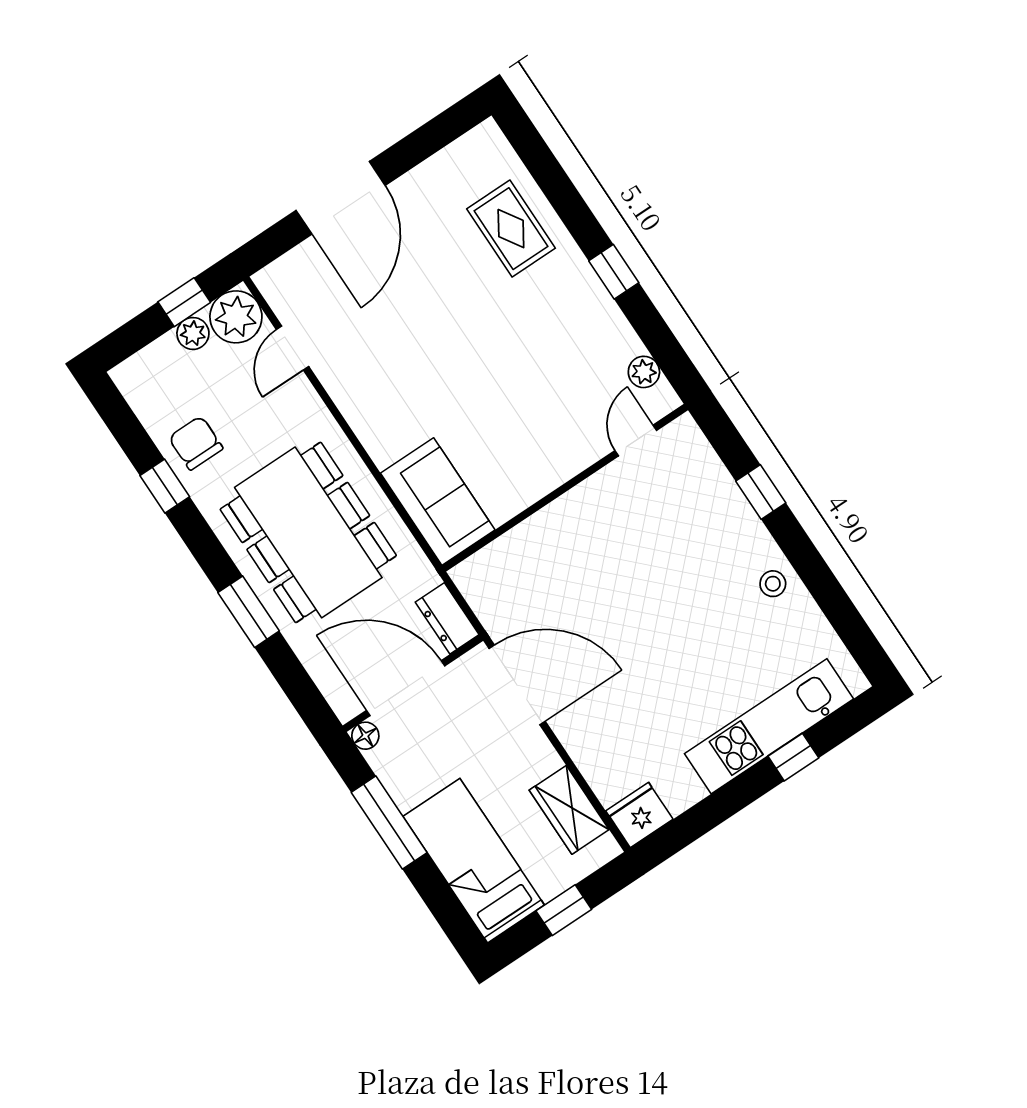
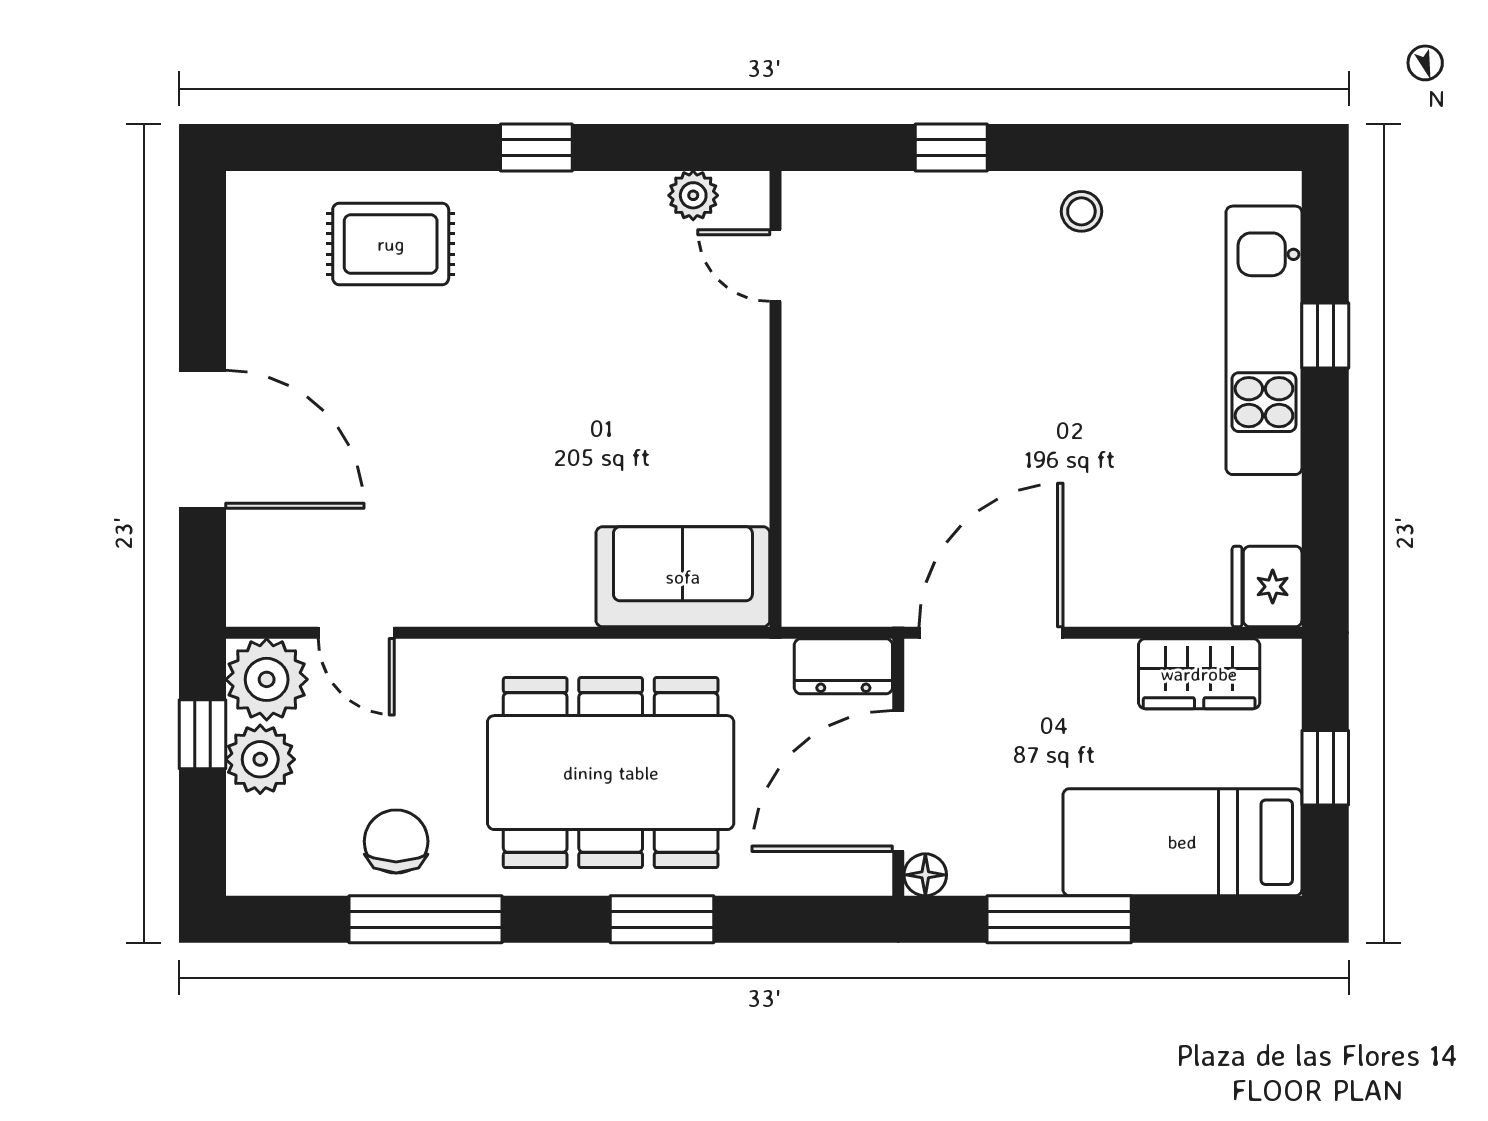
plant: (193, 333) -> (260, 759), width x1.38, depth x1.38
chair: (196, 443) -> (396, 841), turned 90
window: (165, 486) -> (425, 919), width x2.17

